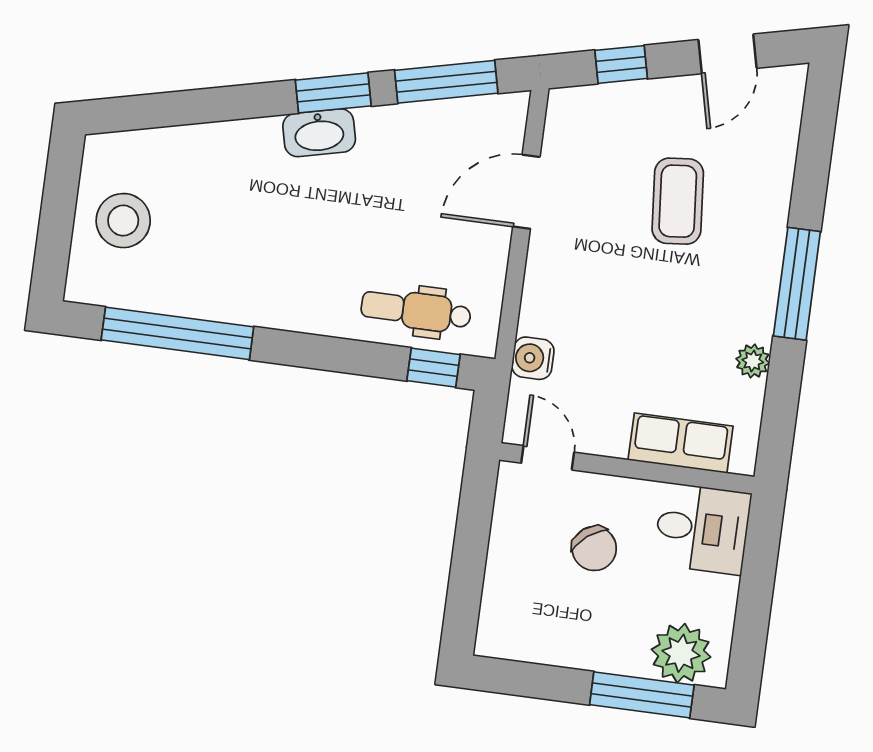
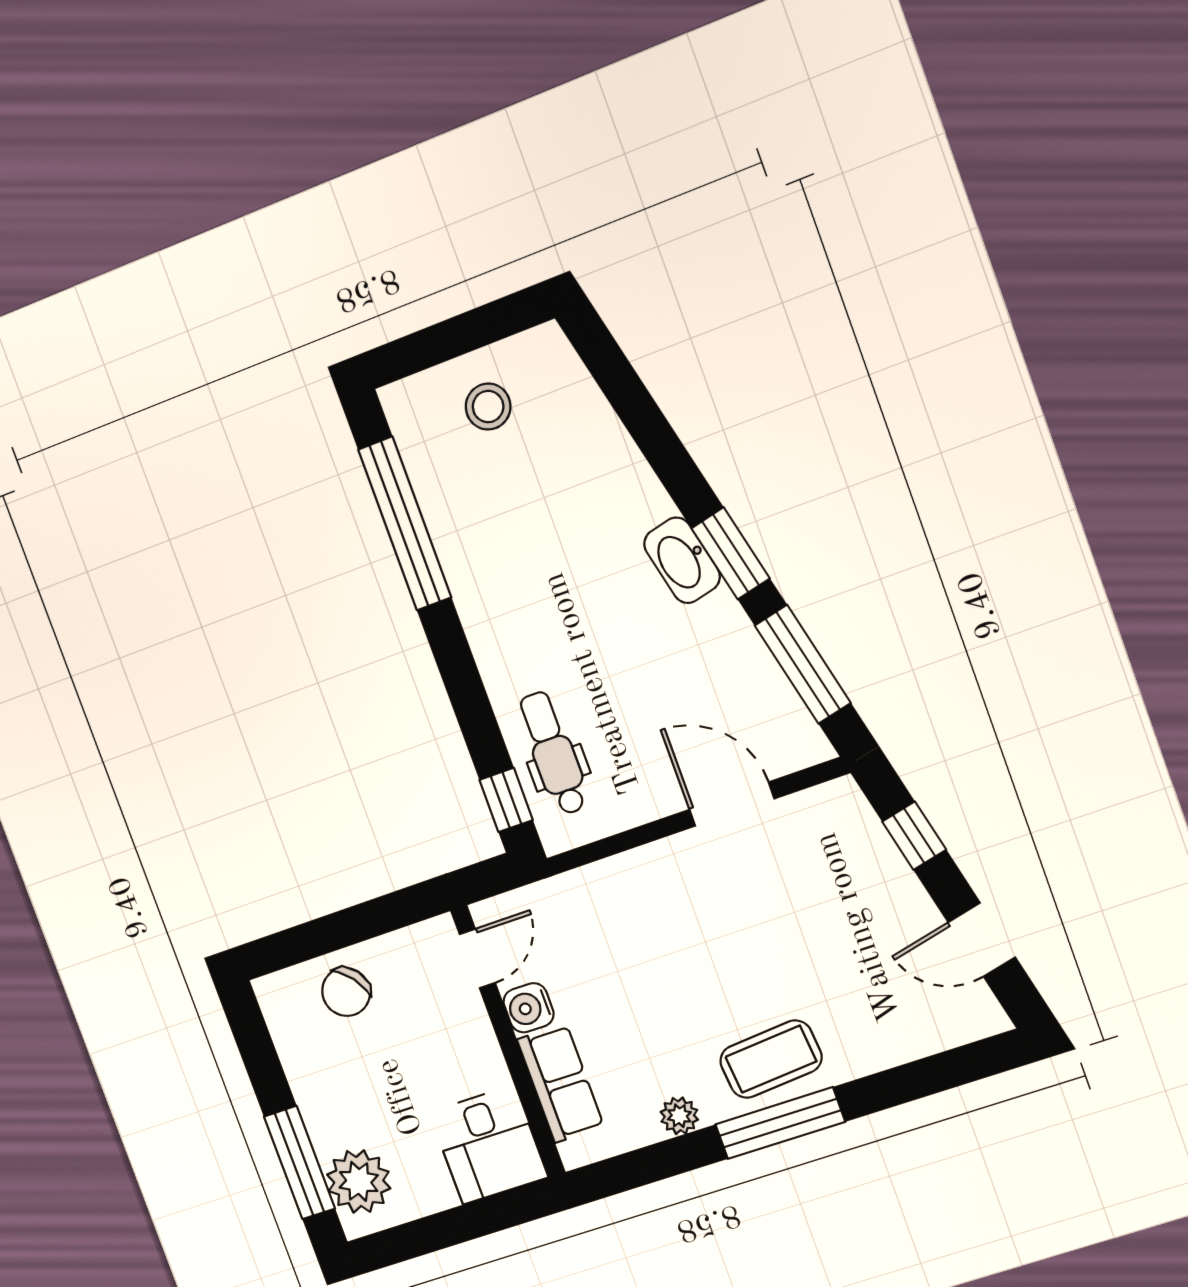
coffee table: (678, 201) -> (771, 1059), moved
stool: (123, 221) -> (488, 407), width x0.73, depth x0.73
water cooler: (533, 358) -> (529, 1008), moved, turned -90
chair: (594, 548) -> (346, 992), moved

